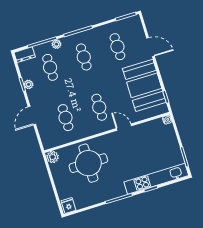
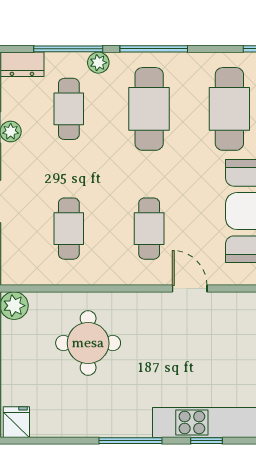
cafe table: (117, 47) -> (229, 109), width x1.37, depth x1.35
cafe table: (84, 57) -> (149, 109), width x1.37, depth x1.35
round table: (88, 163) -> (88, 343), width x0.73, depth x0.73

